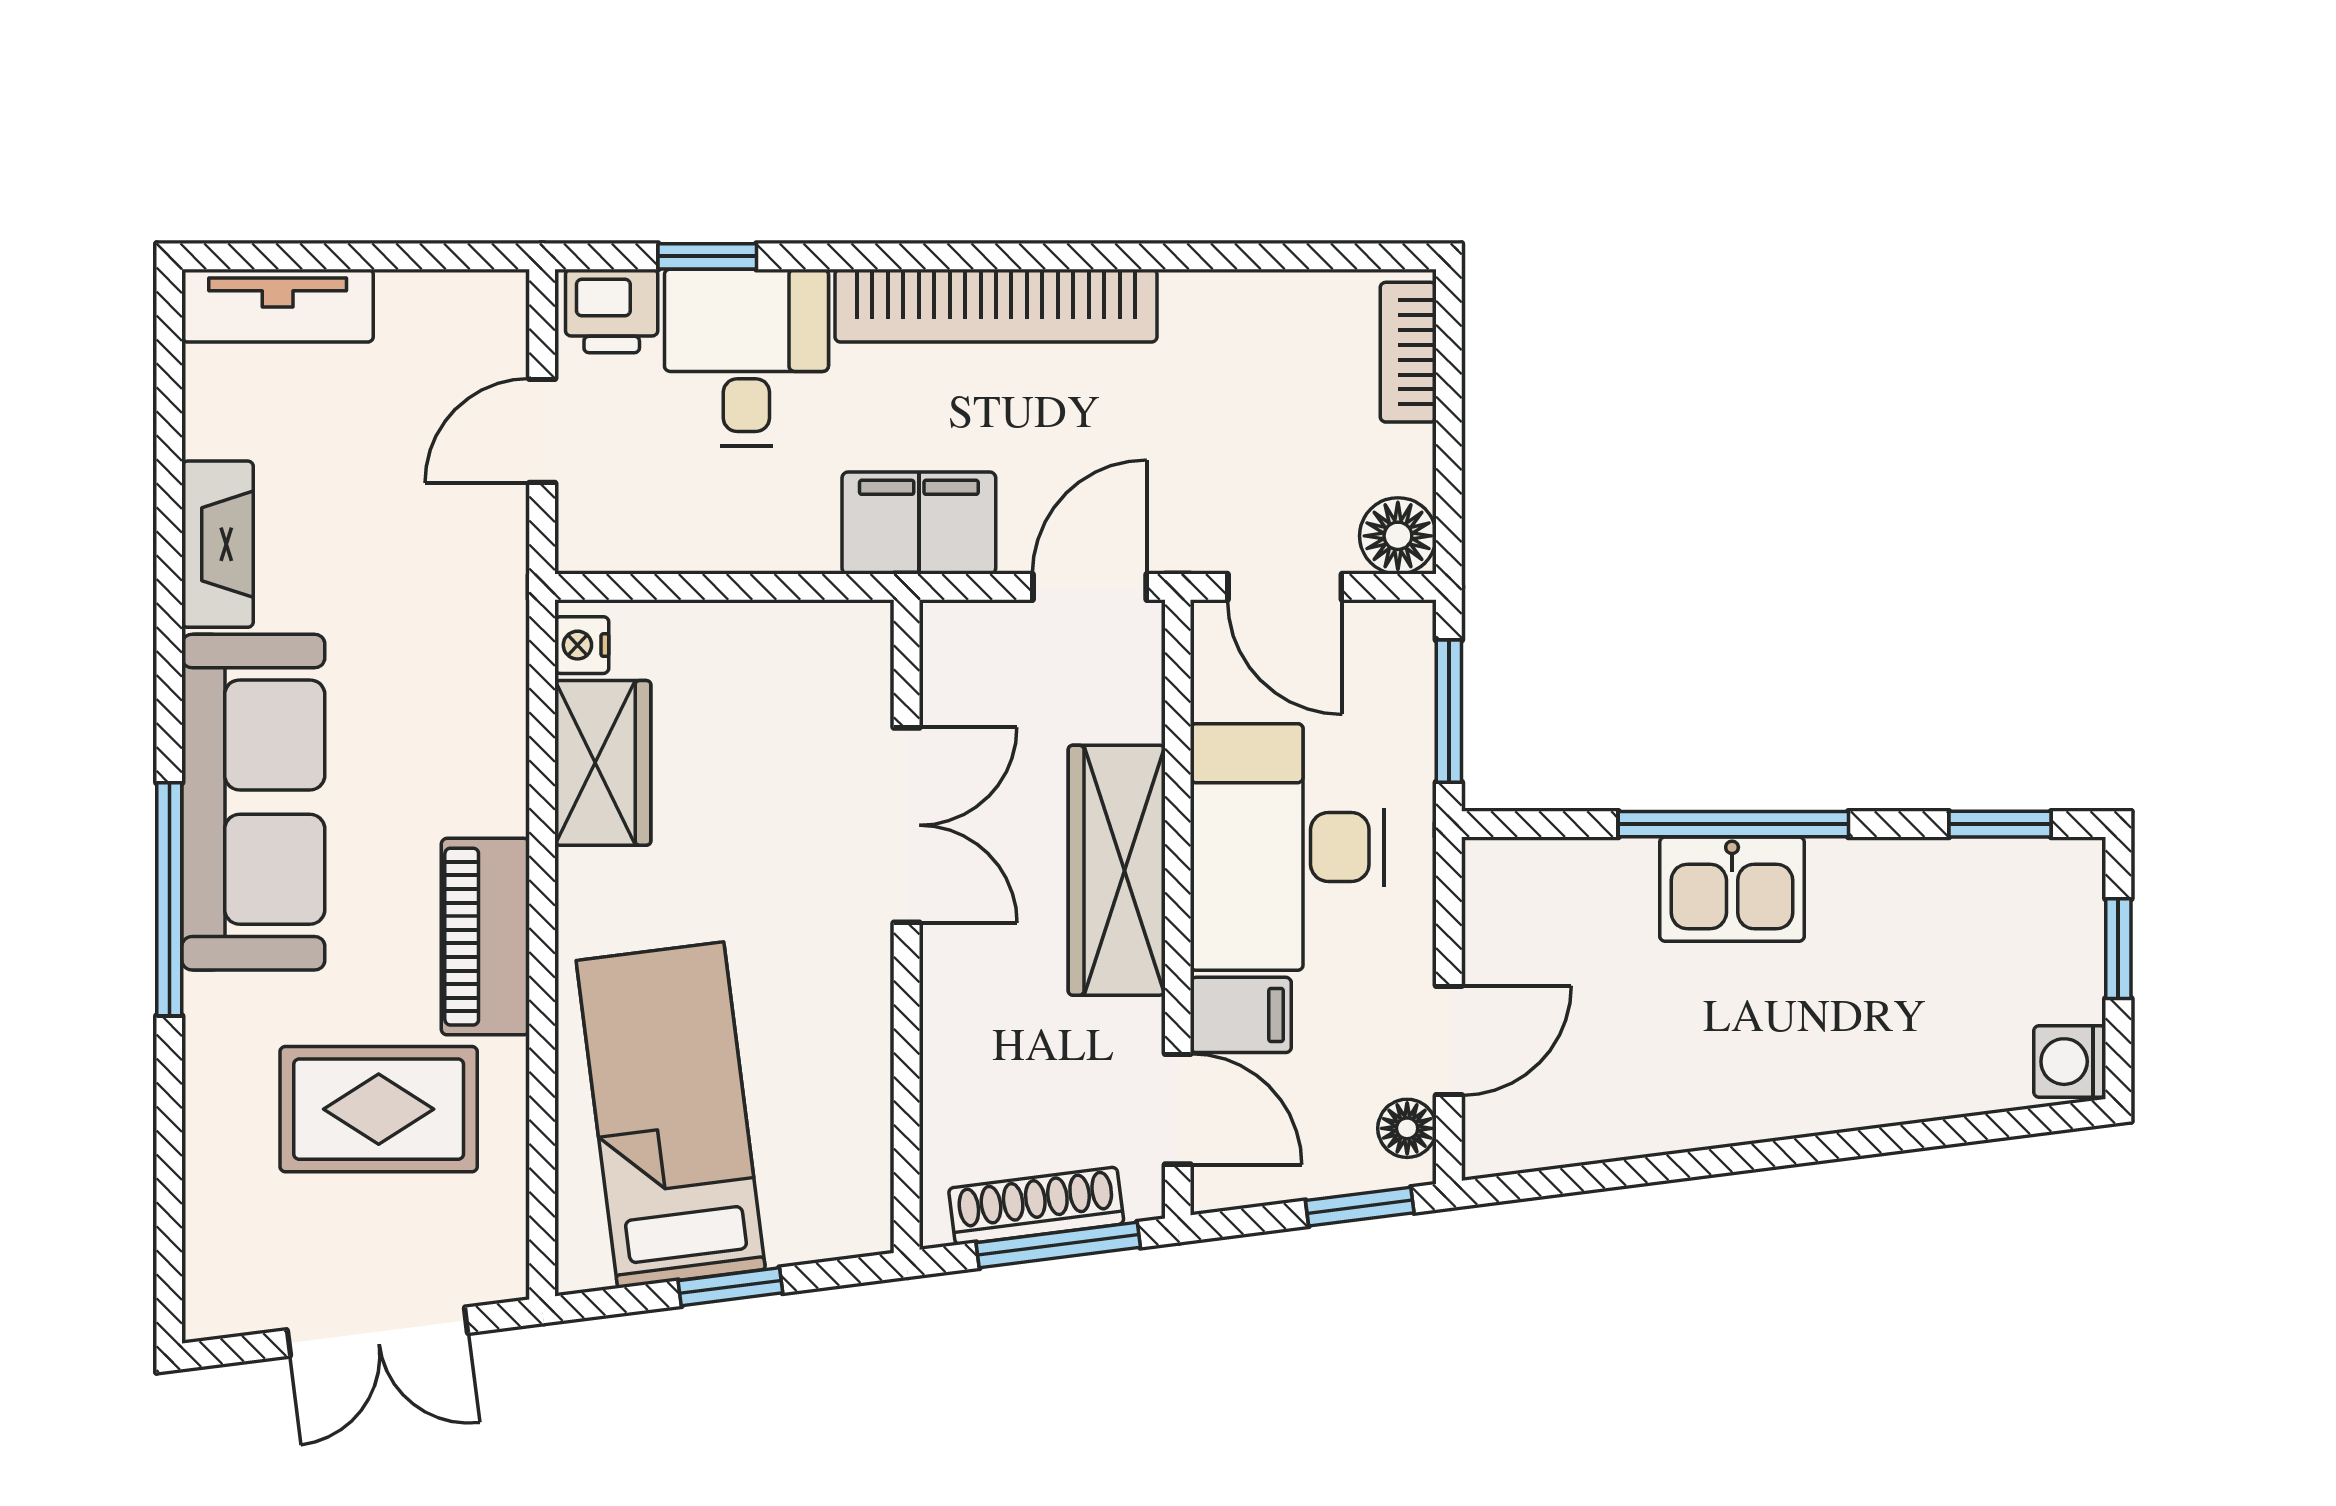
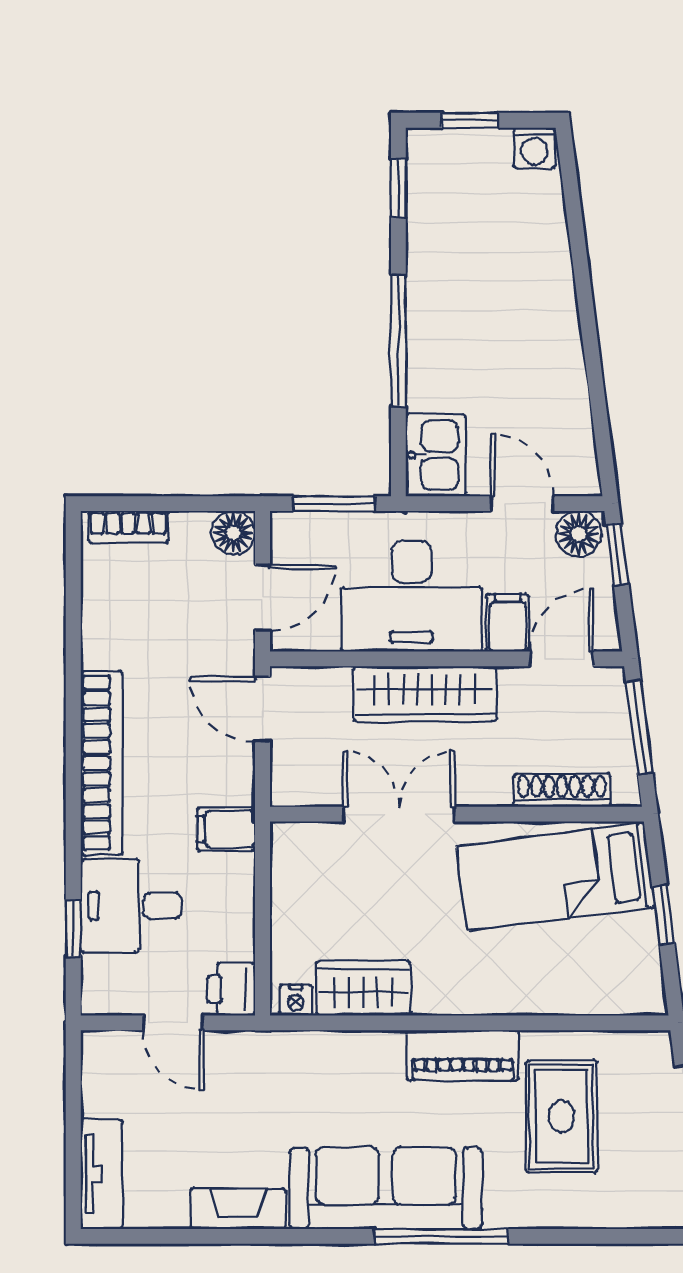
printer: (612, 311) -> (231, 989), moved, turned 180
filing cabinet: (919, 523) -> (226, 829), width x0.50
kitchen sink: (1732, 889) -> (436, 455), moved
bed: (671, 1115) -> (556, 876), moved
floor lamp: (1407, 1128) -> (579, 534), width x1.37, depth x1.37
shoe rack: (1036, 1206) -> (562, 790), moved, turned 97

